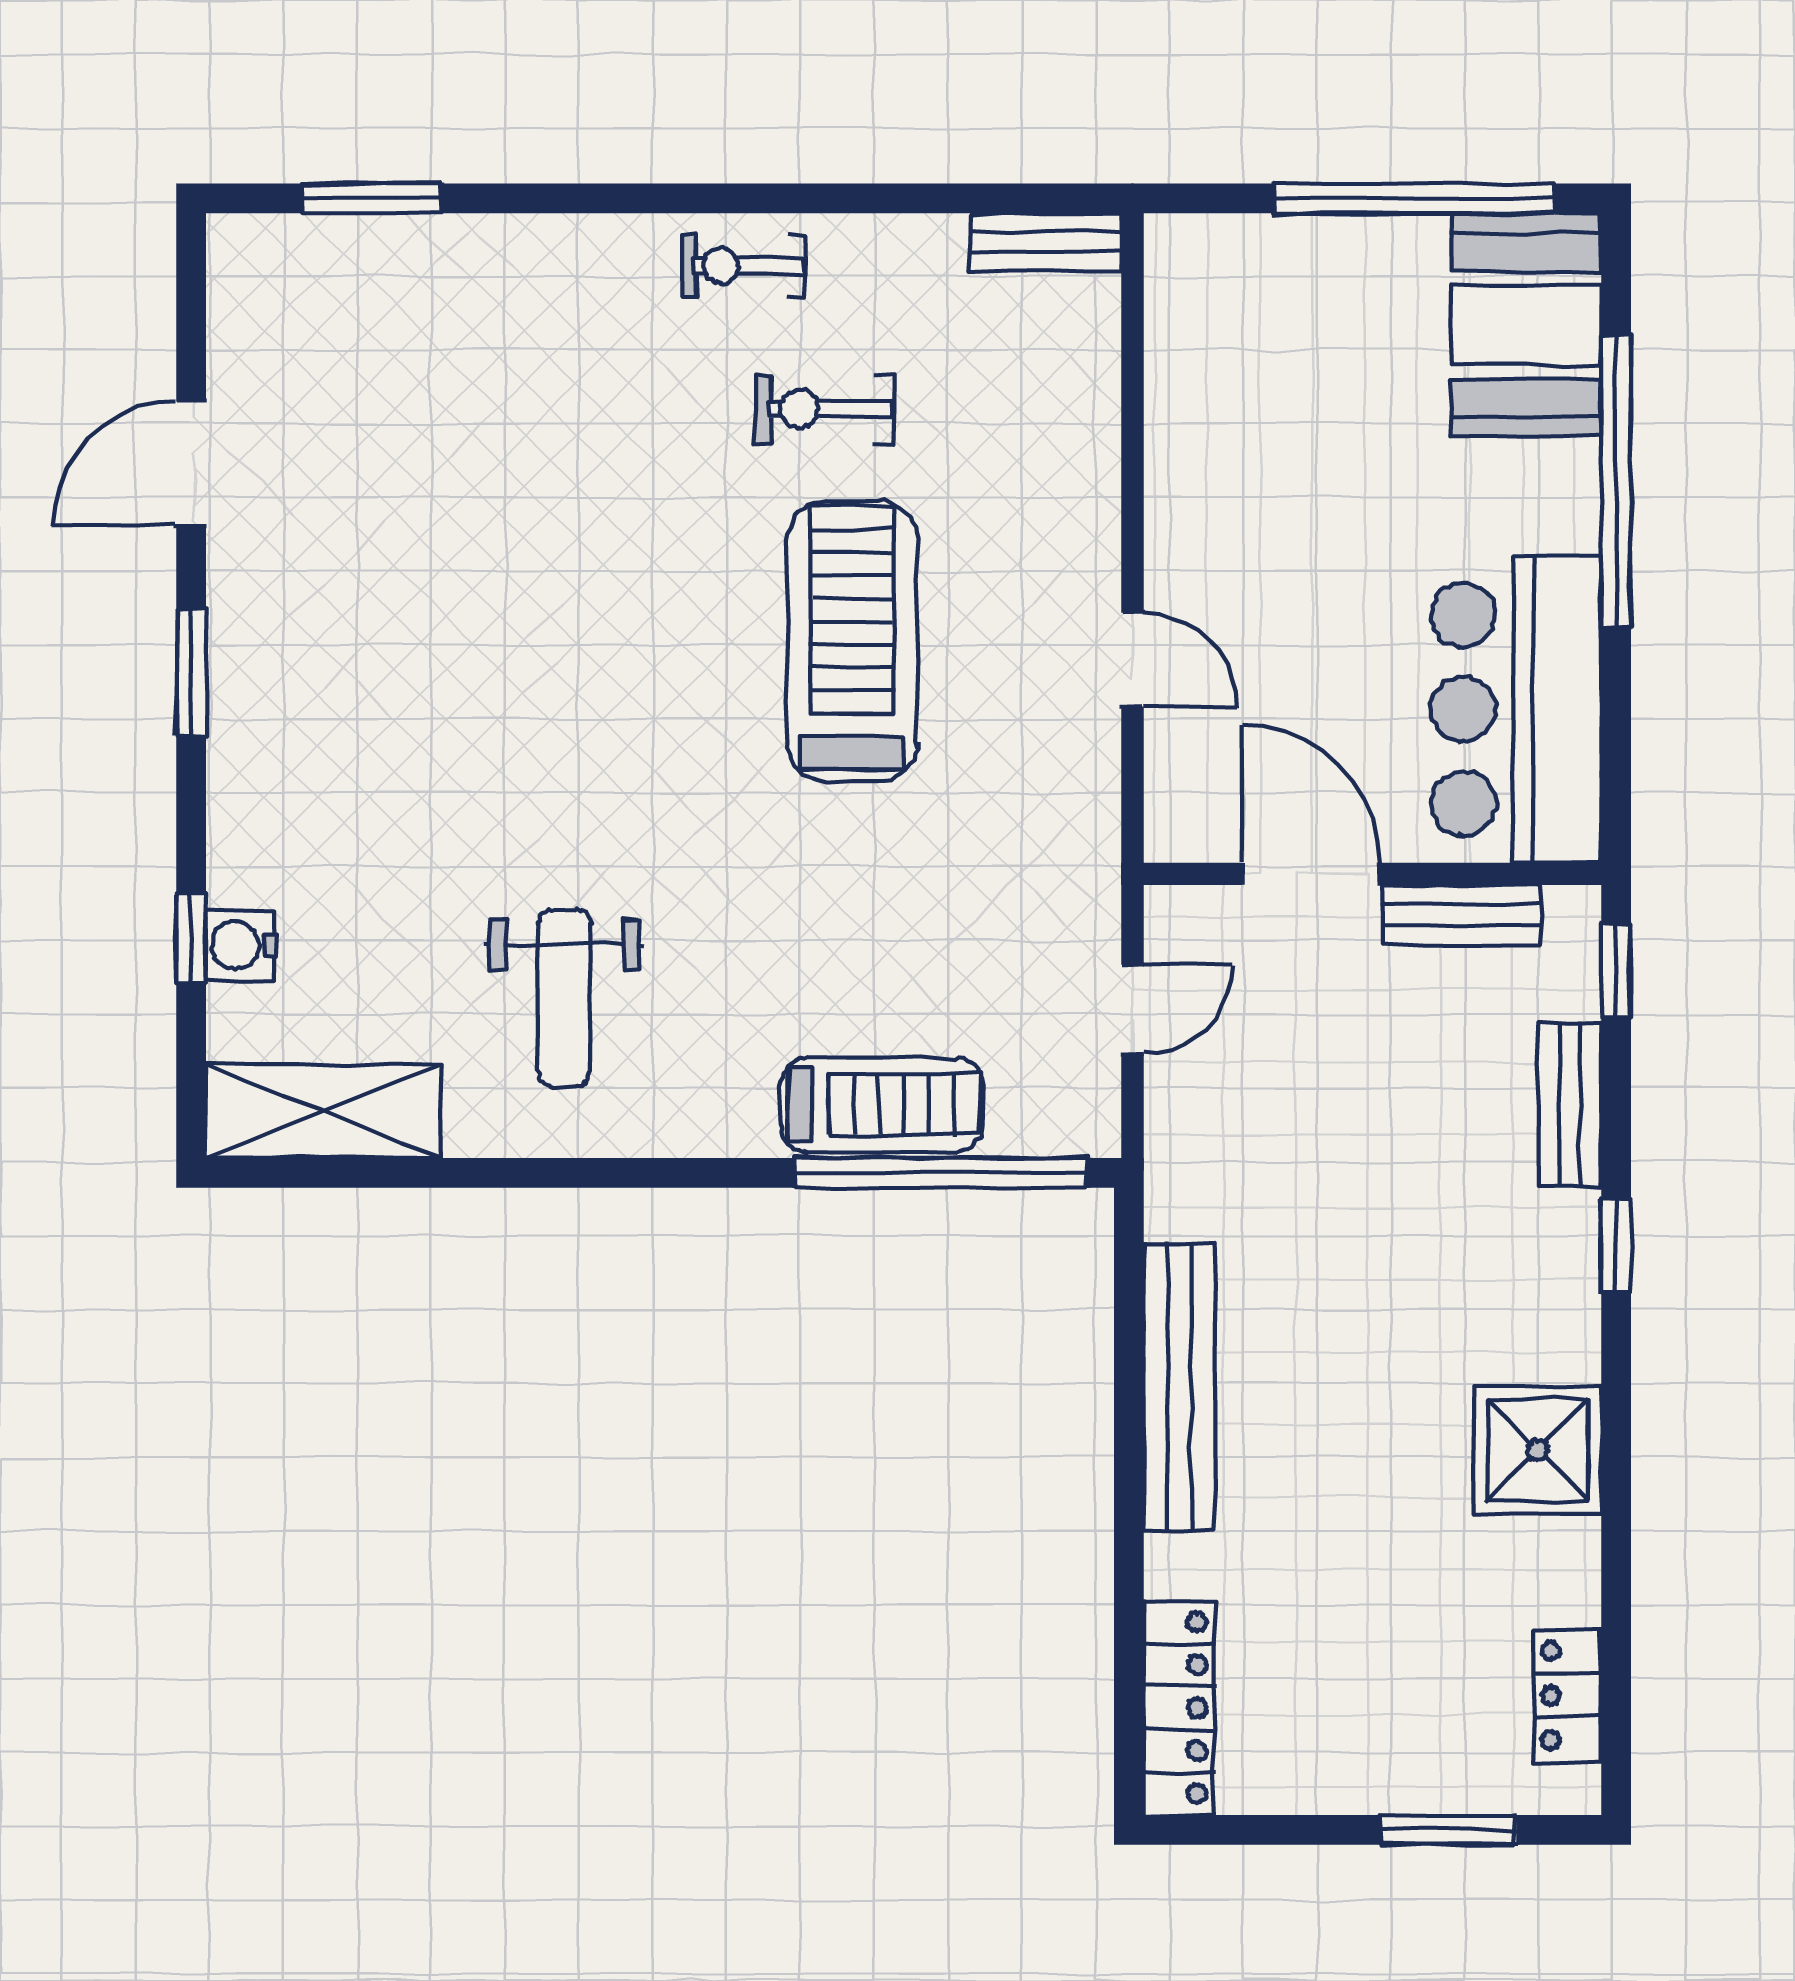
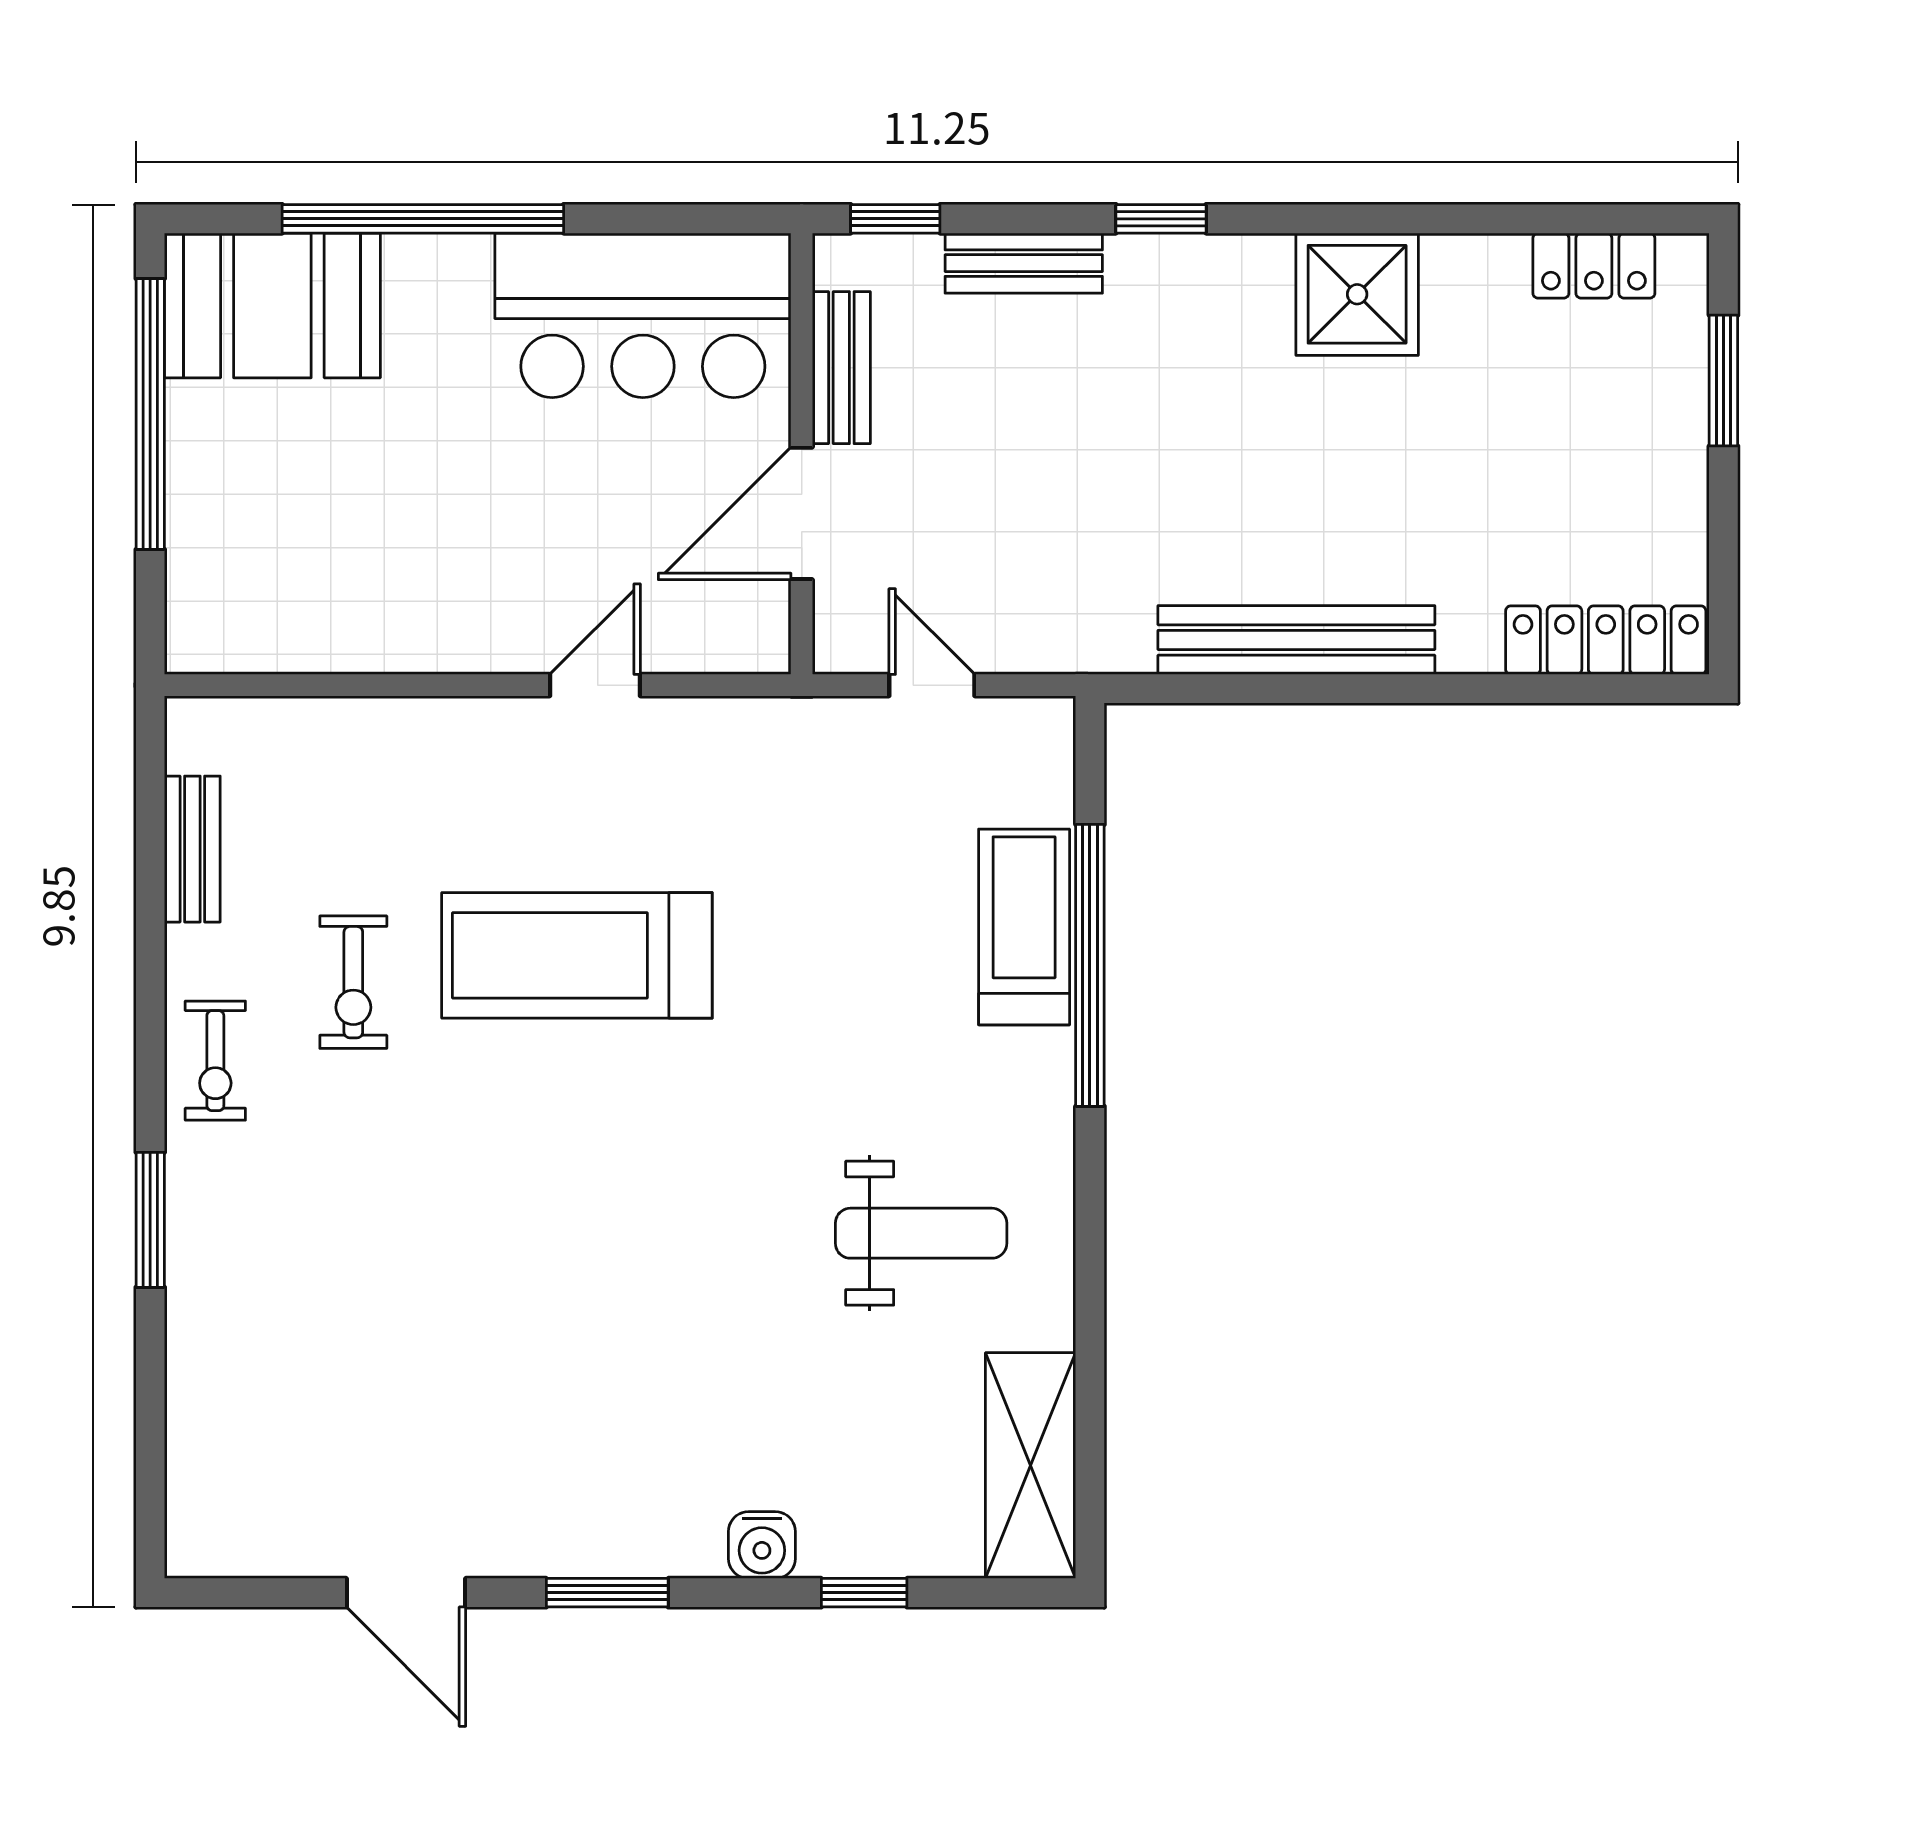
window: (372, 198) -> (150, 1220), moved
bench: (1046, 242) -> (192, 849), moved
water cooler: (241, 945) -> (762, 1545), moved
window: (941, 1173) -> (1090, 965), moved

